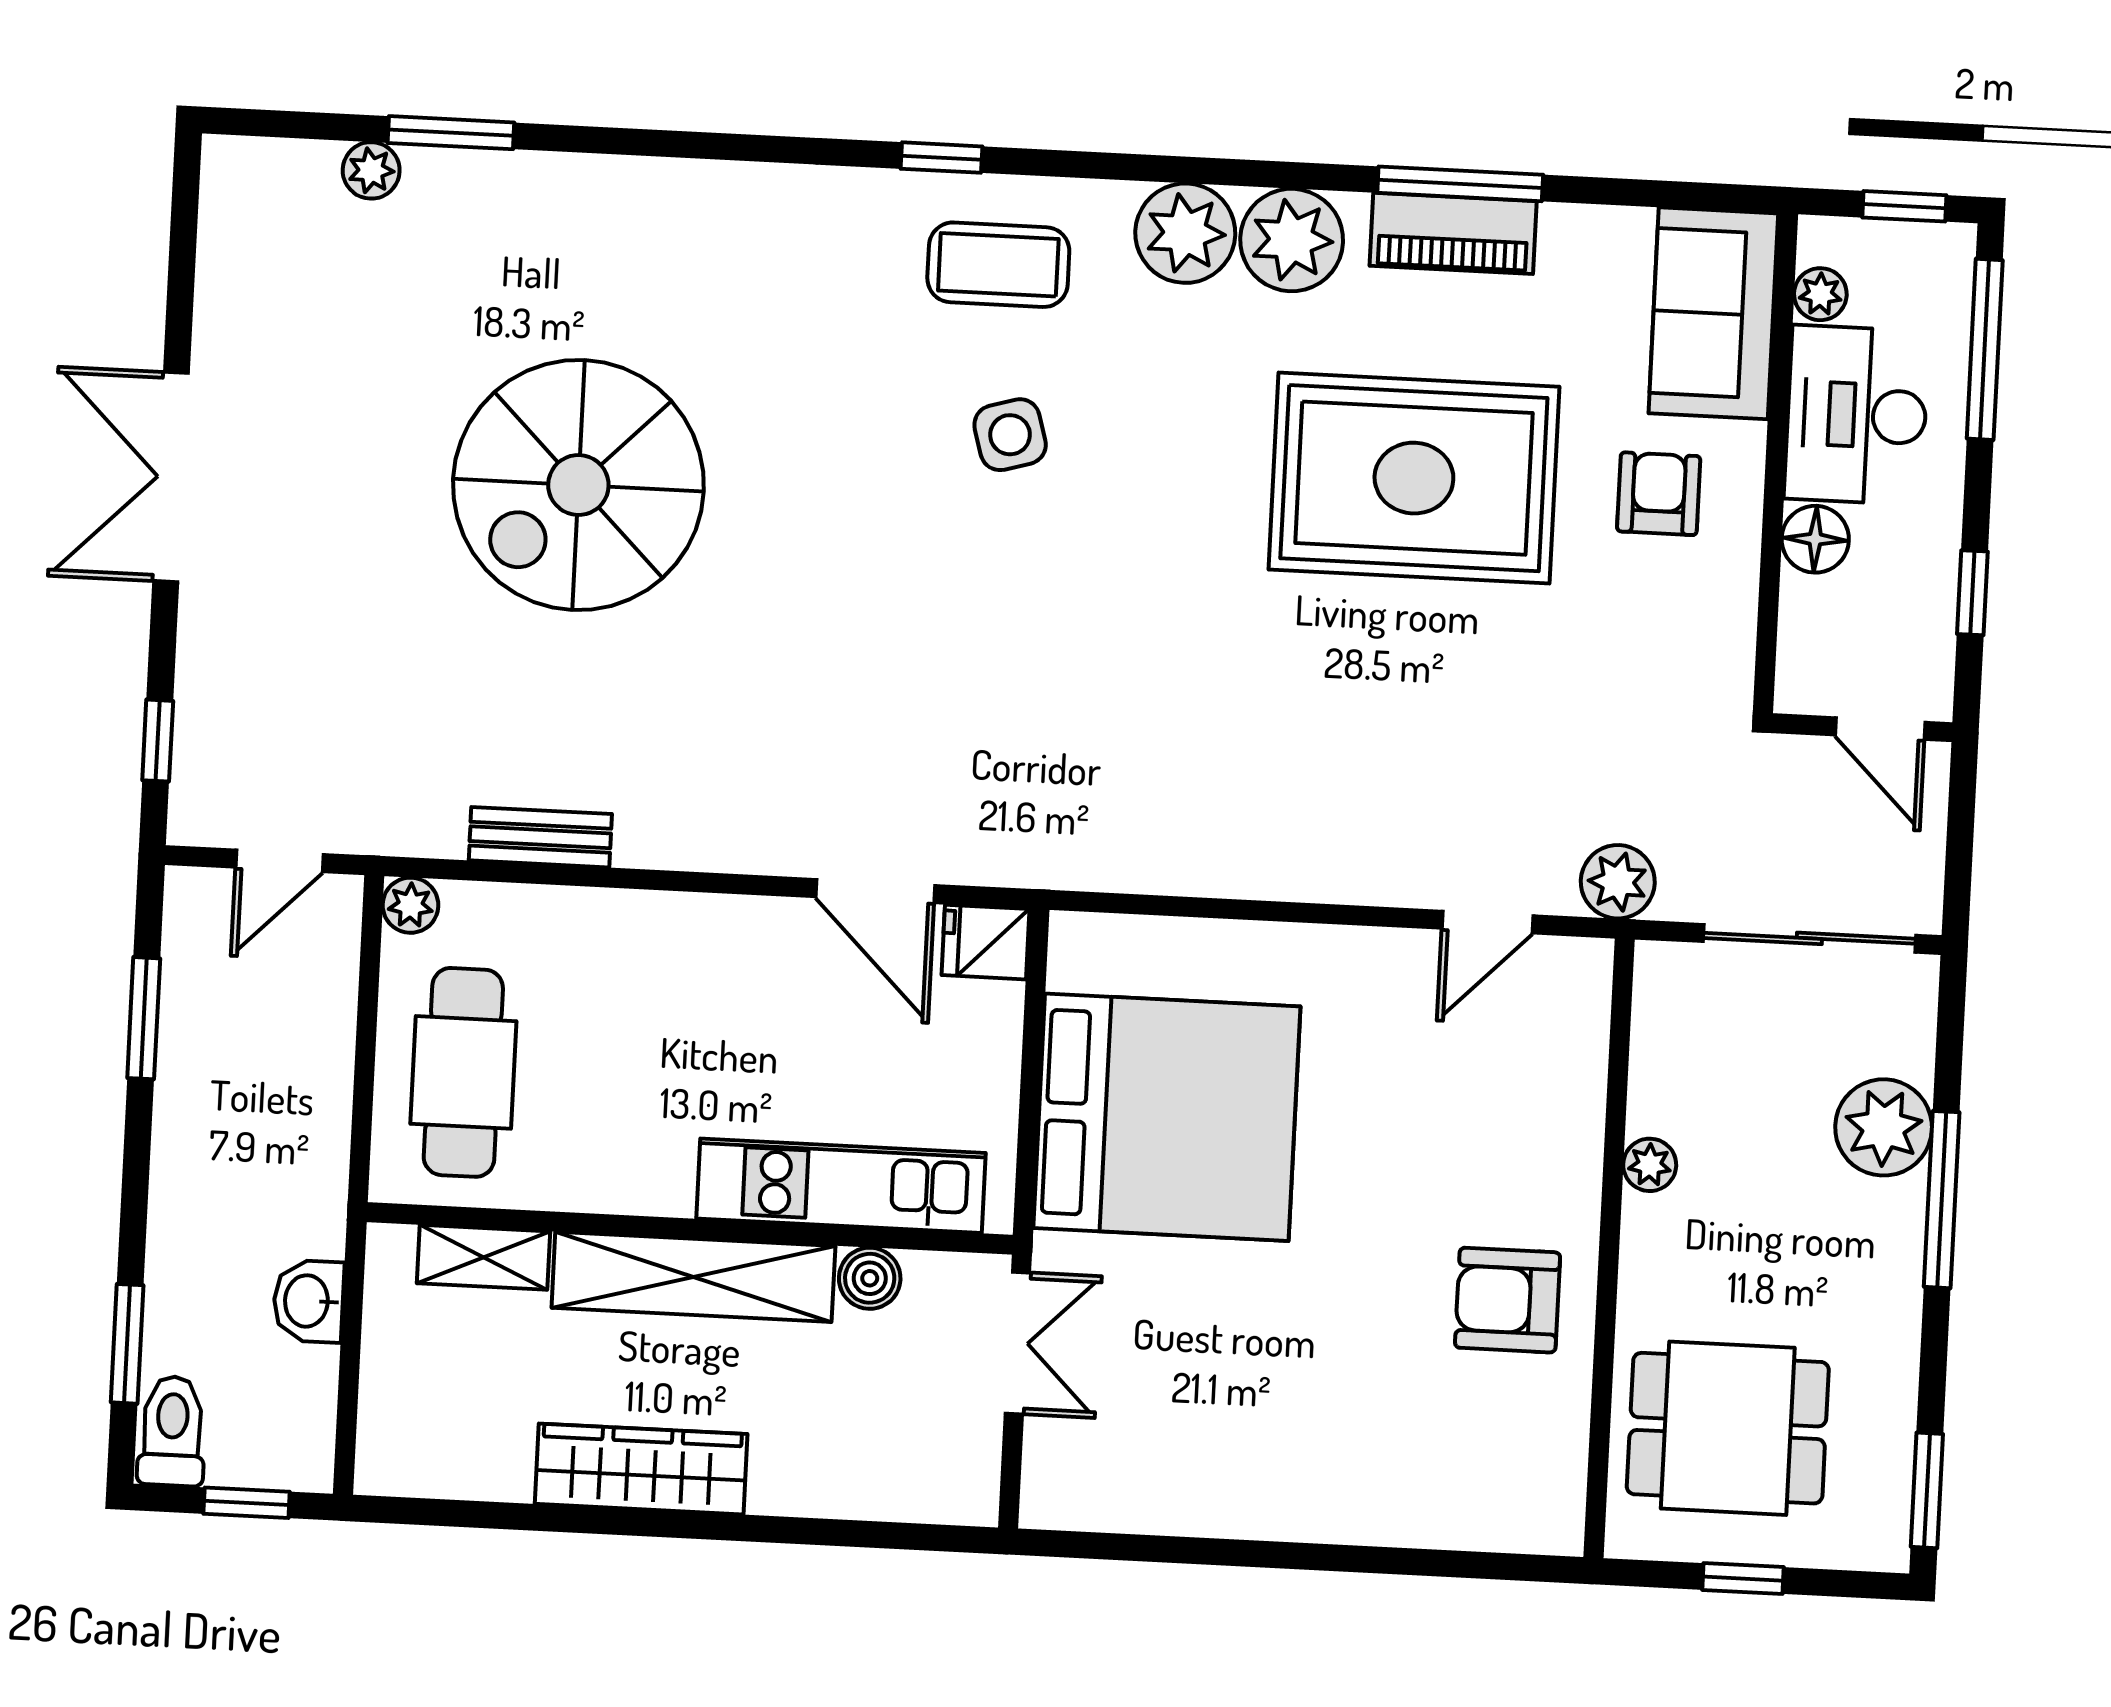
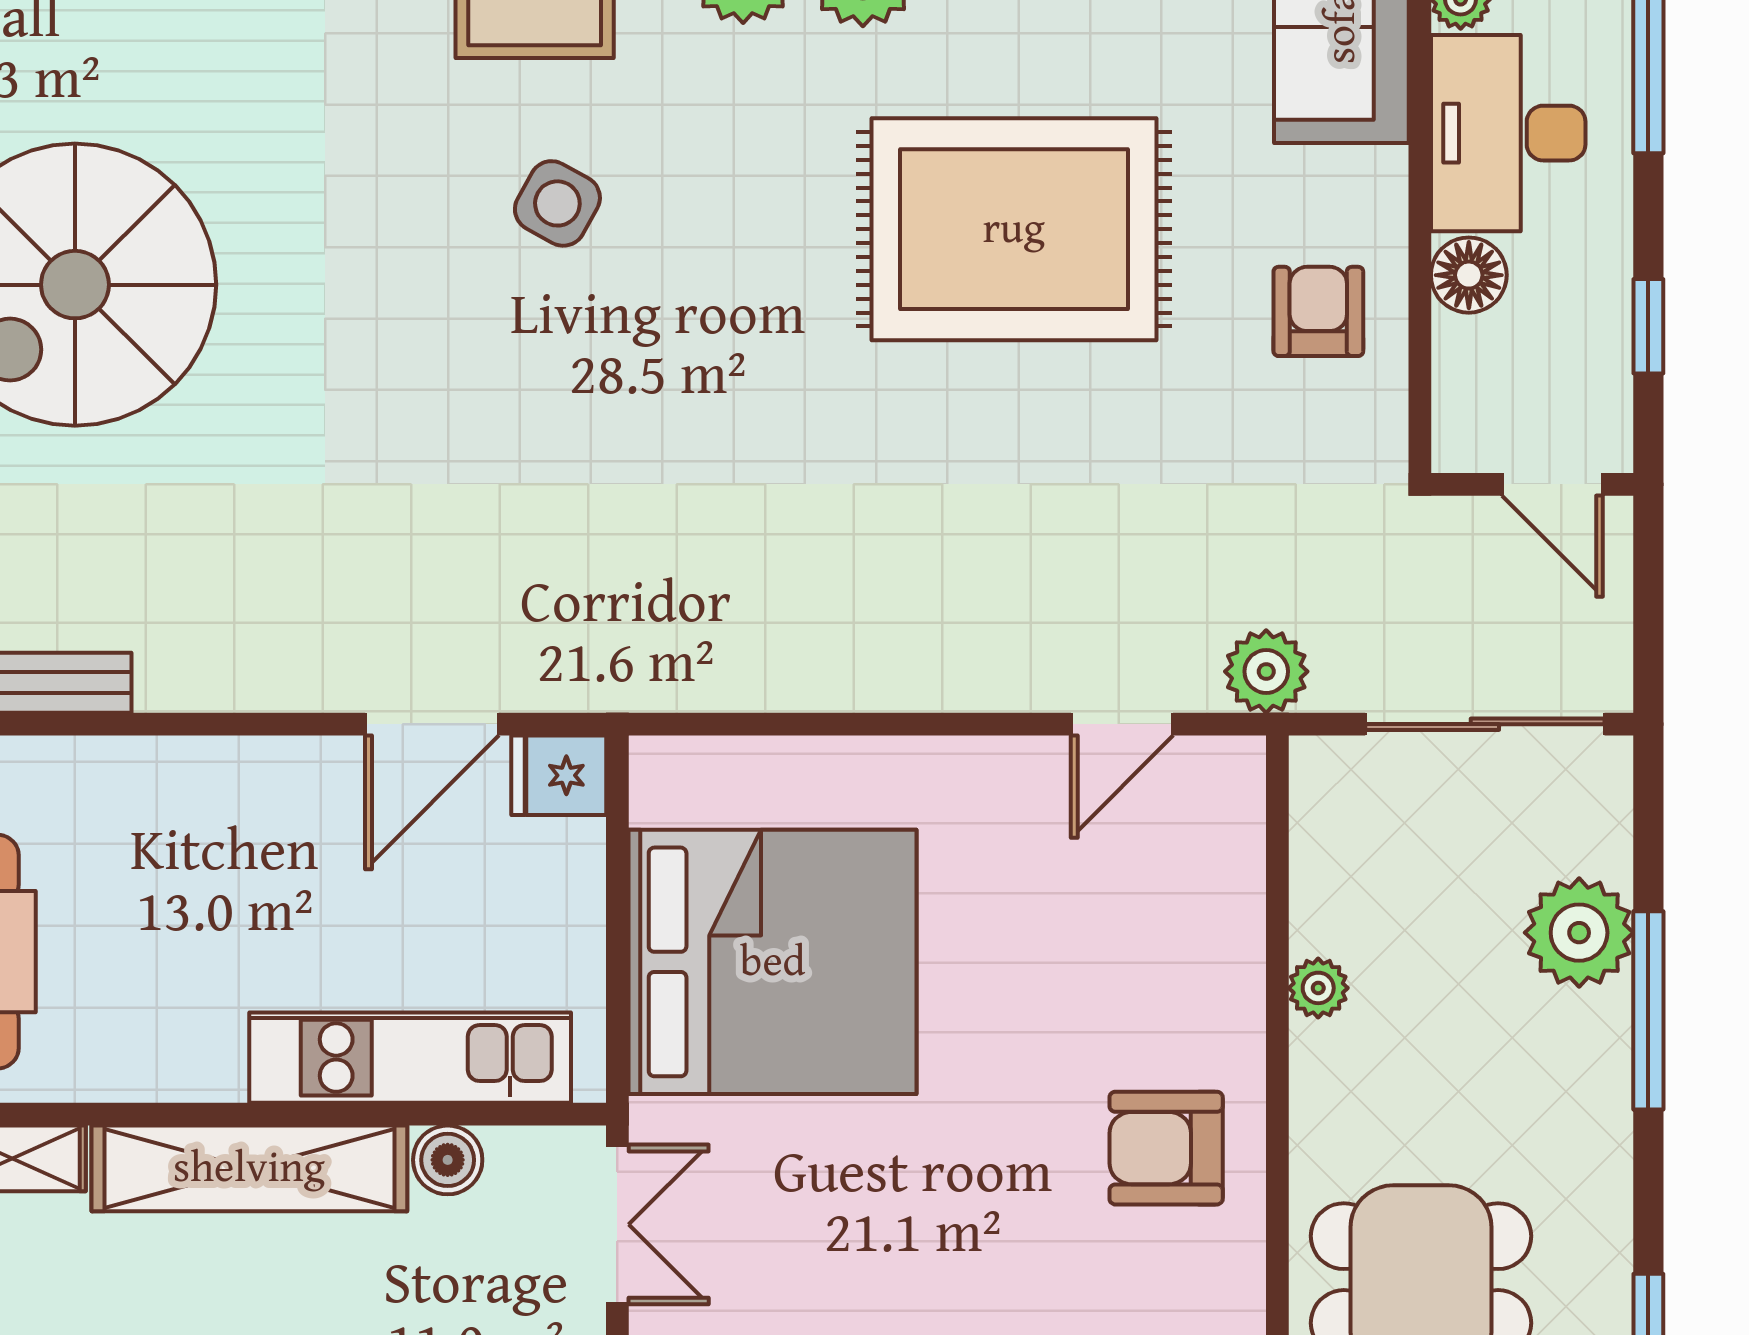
side table: (1010, 435) -> (557, 203), turned 45
armchair: (1659, 494) -> (1318, 311), moved
door: (875, 891) -> (432, 724), hinge flipped

